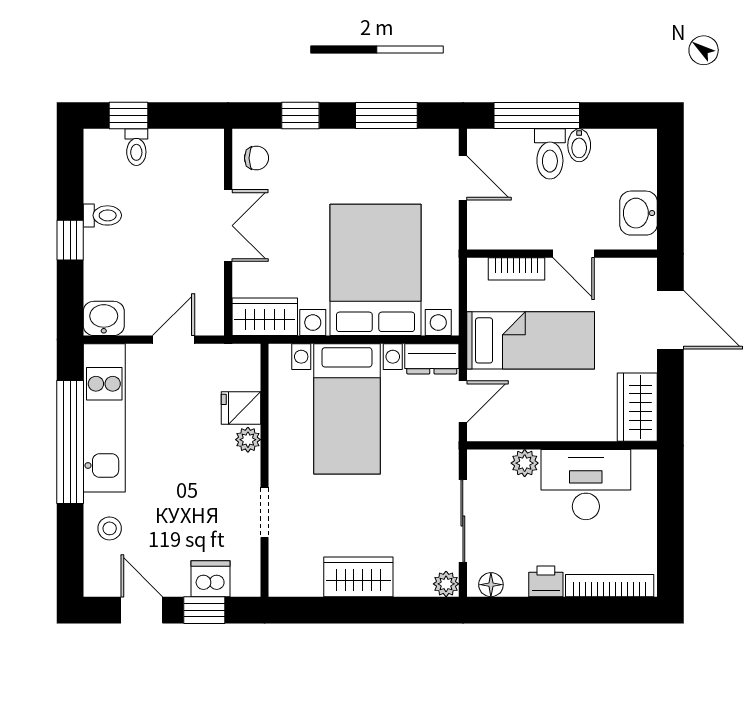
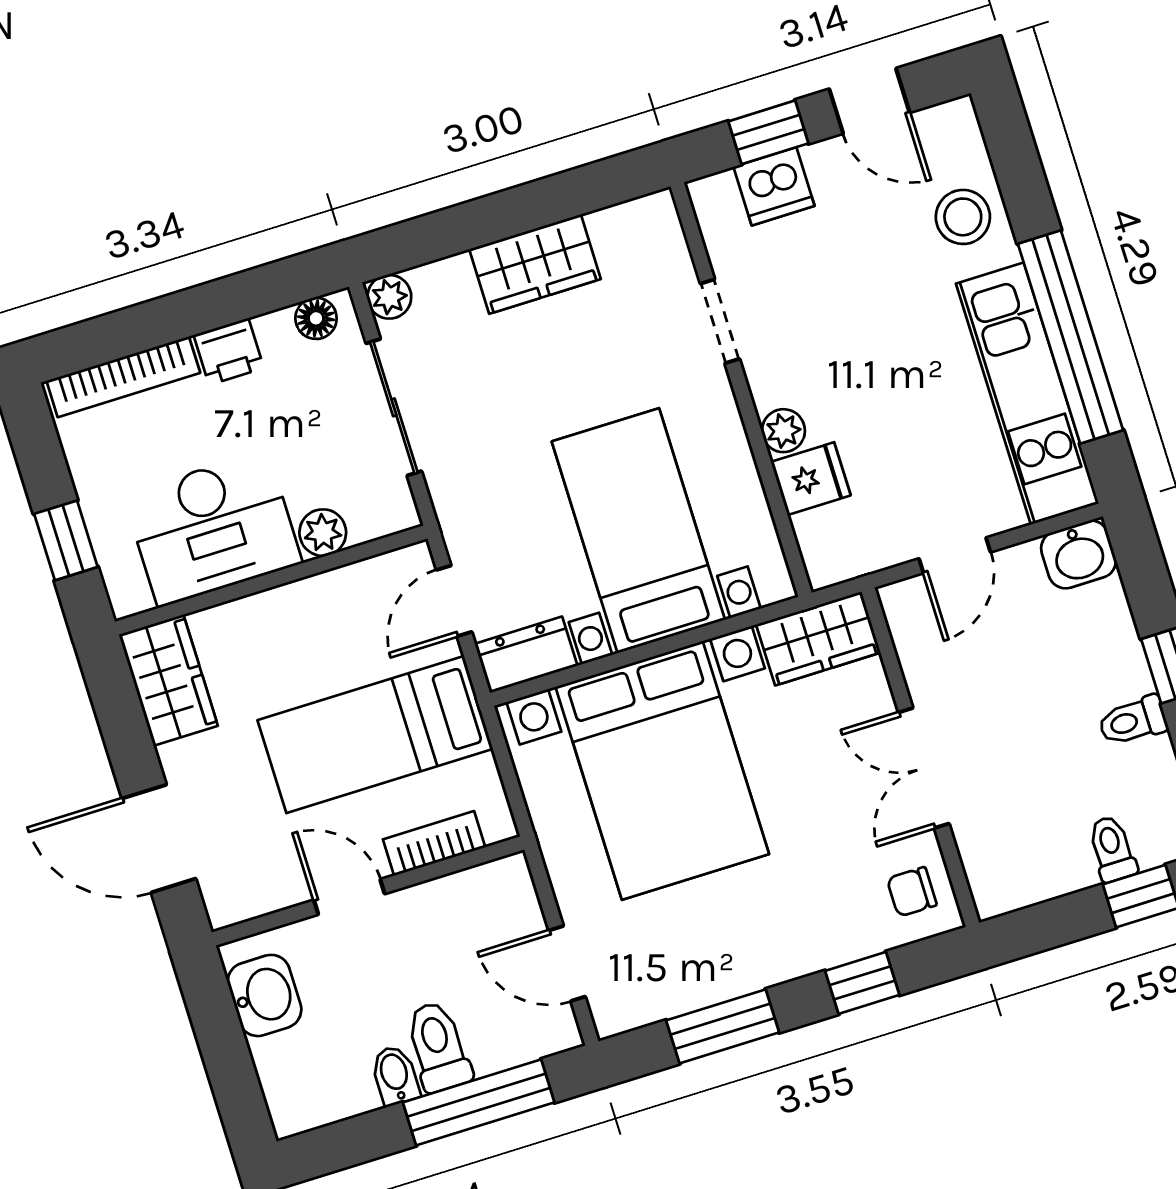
window: (670, 504) -> (66, 540), added
stool: (110, 528) -> (963, 217), width x1.37, depth x1.37

